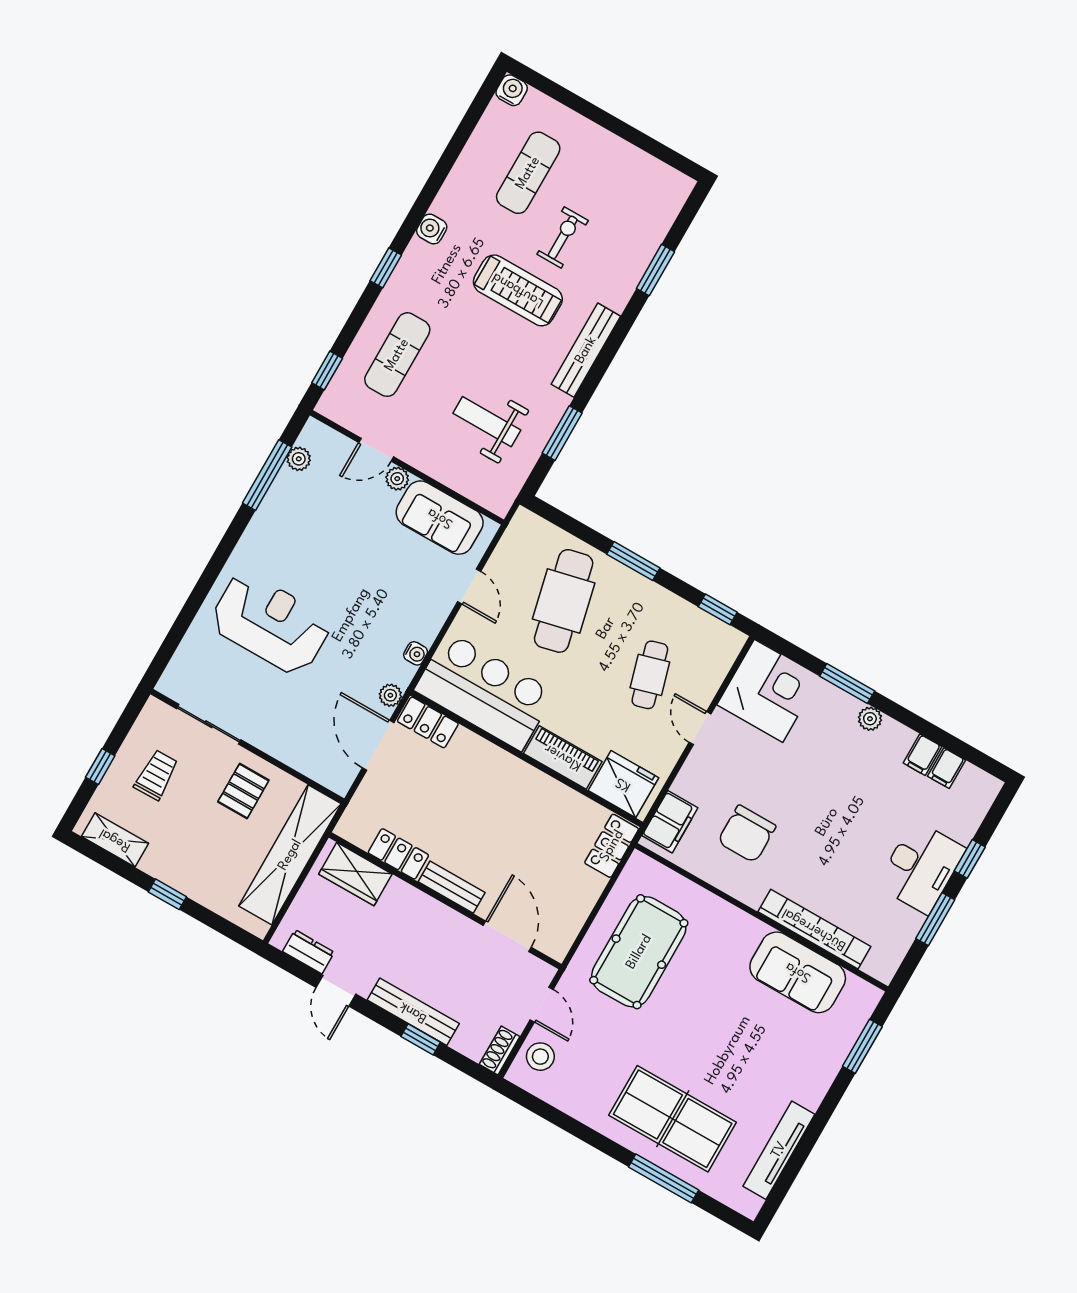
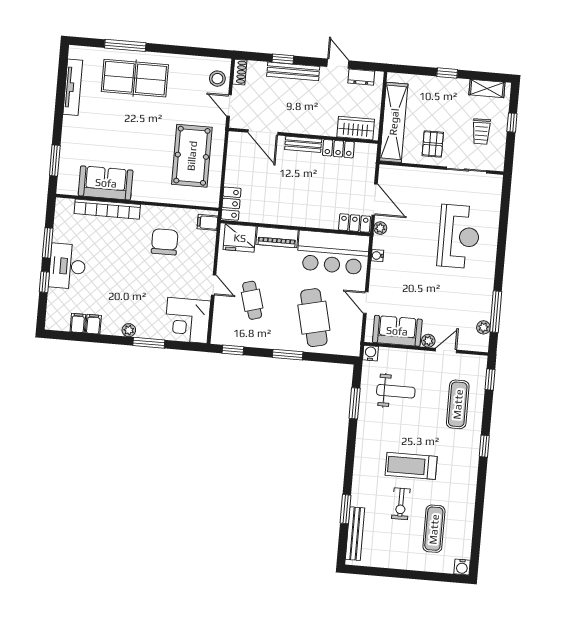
water cooler: (432, 229) -> (371, 353), moved, turned -90
bench: (586, 350) -> (355, 534), moved
reception desk: (270, 623) -> (459, 236), turned -90
filing cabinet: (670, 822) -> (207, 222), width x0.50

